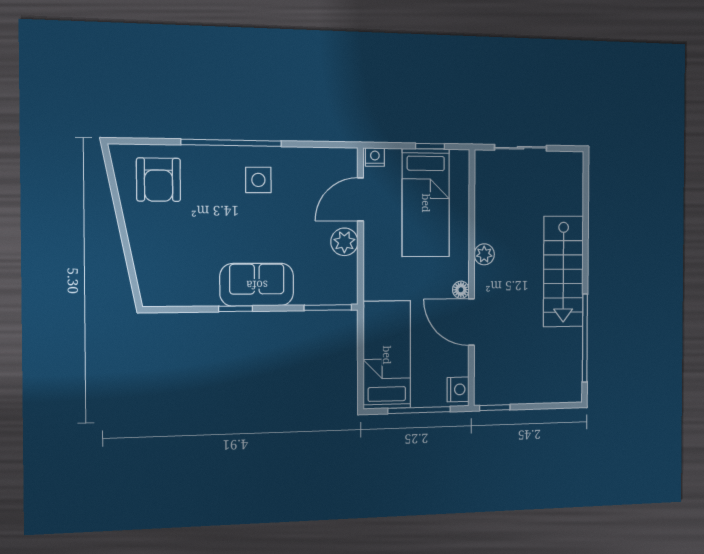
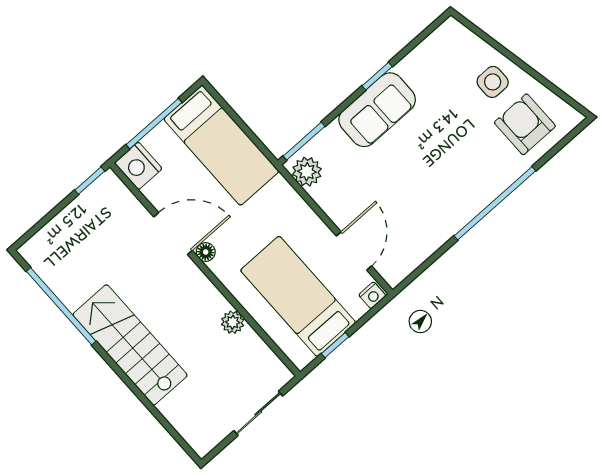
side table: (258, 180) -> (493, 82), moved
plant: (344, 242) -> (307, 172), moved
plant: (484, 254) -> (233, 322), moved
nightstand: (458, 389) -> (138, 166), width x1.36, depth x1.33

